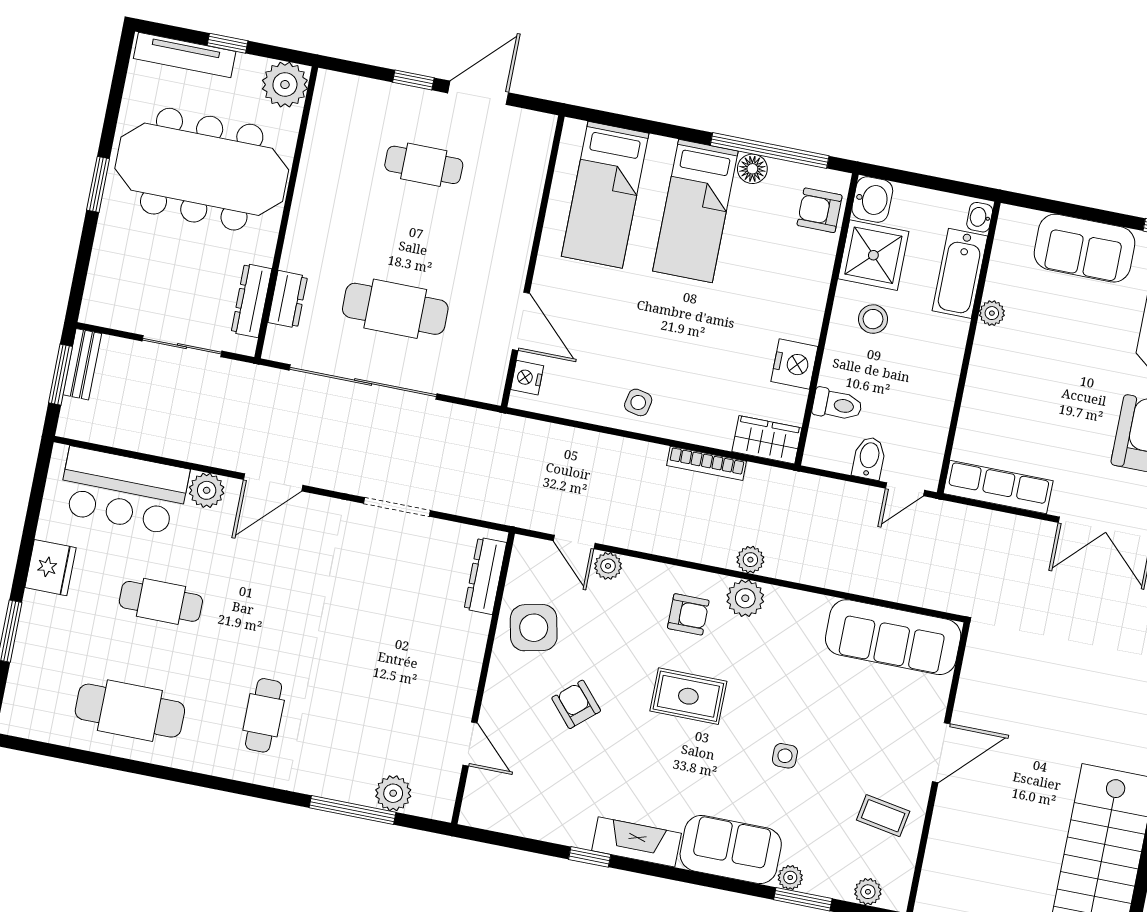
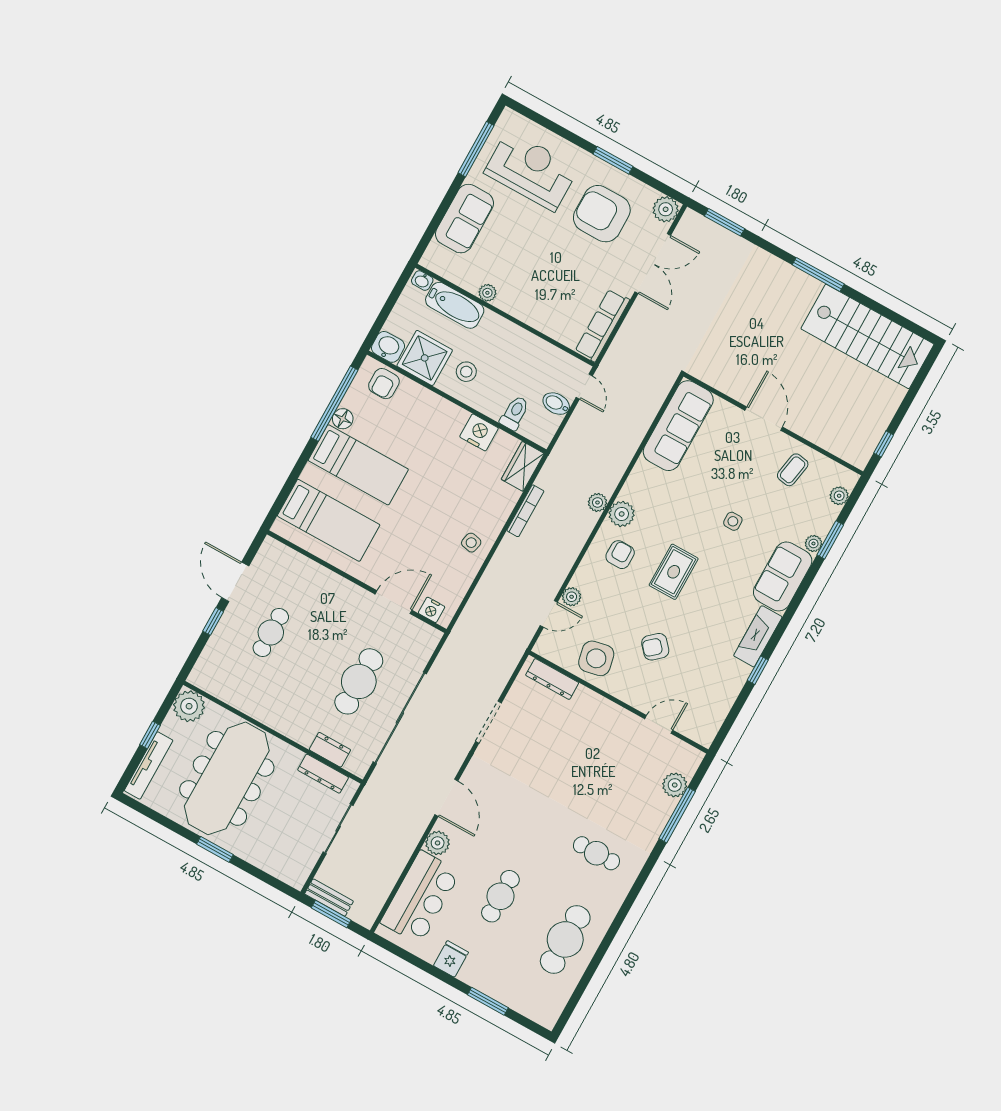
fridge: (50, 568) -> (451, 959), width x0.72

